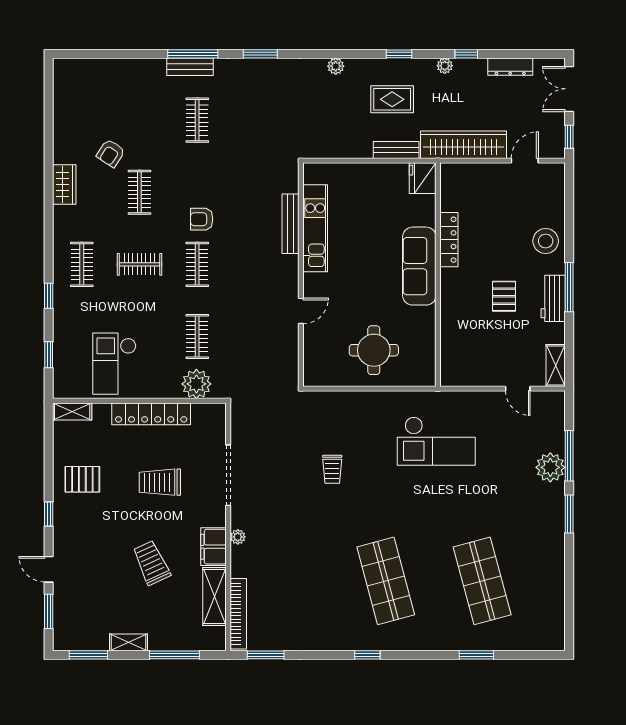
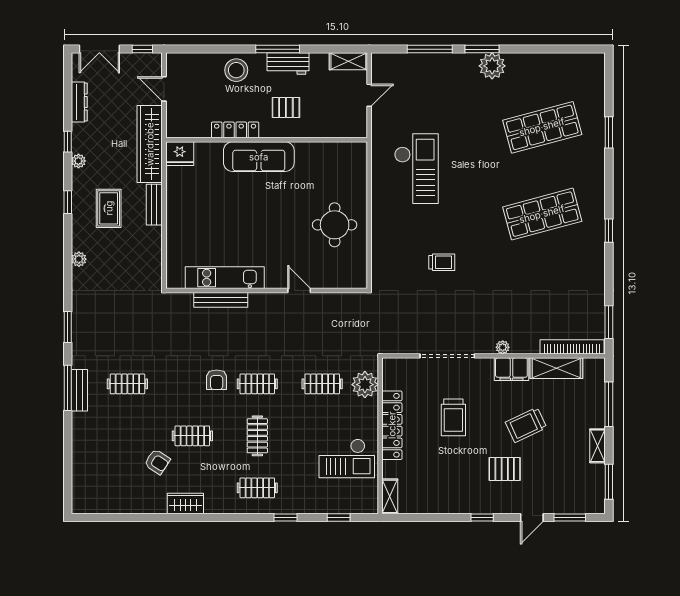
fridge: (423, 178) -> (180, 154), moved
locker: (449, 240) -> (235, 130), moved
sofa: (419, 266) -> (259, 157), moved
wall: (438, 275) -> (267, 140), moved
plant: (550, 467) -> (492, 66), moved
pallet: (82, 479) -> (505, 469), moved, turned 90

